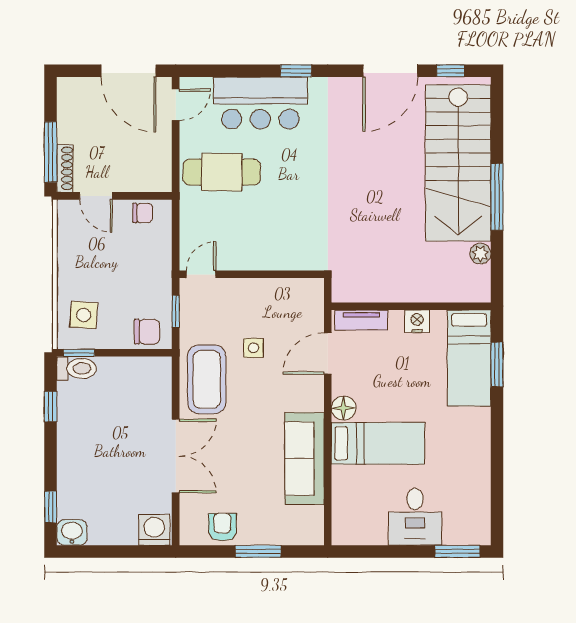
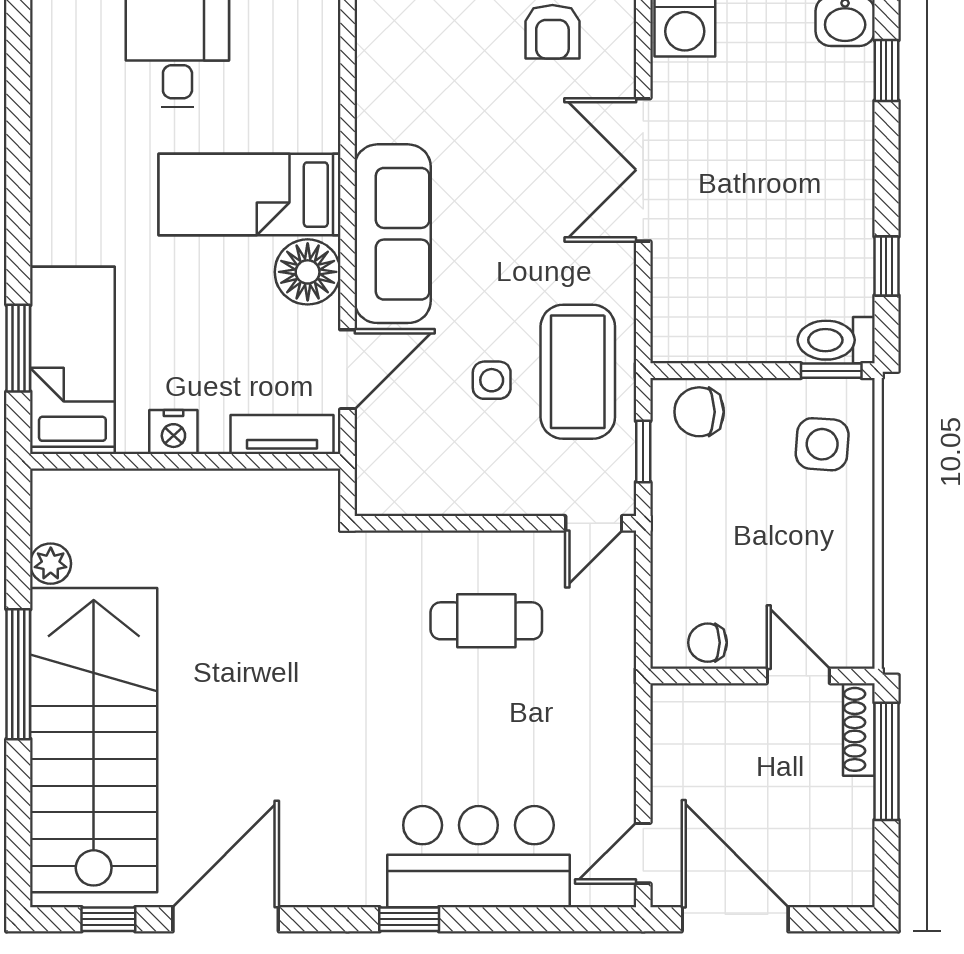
cafe table: (222, 172) -> (486, 621), moved, width x0.73, depth x0.74
coffee table: (207, 379) -> (578, 372), moved
floor lamp: (344, 408) -> (308, 272), width x1.38, depth x1.38
sofa: (304, 459) -> (393, 234), moved

